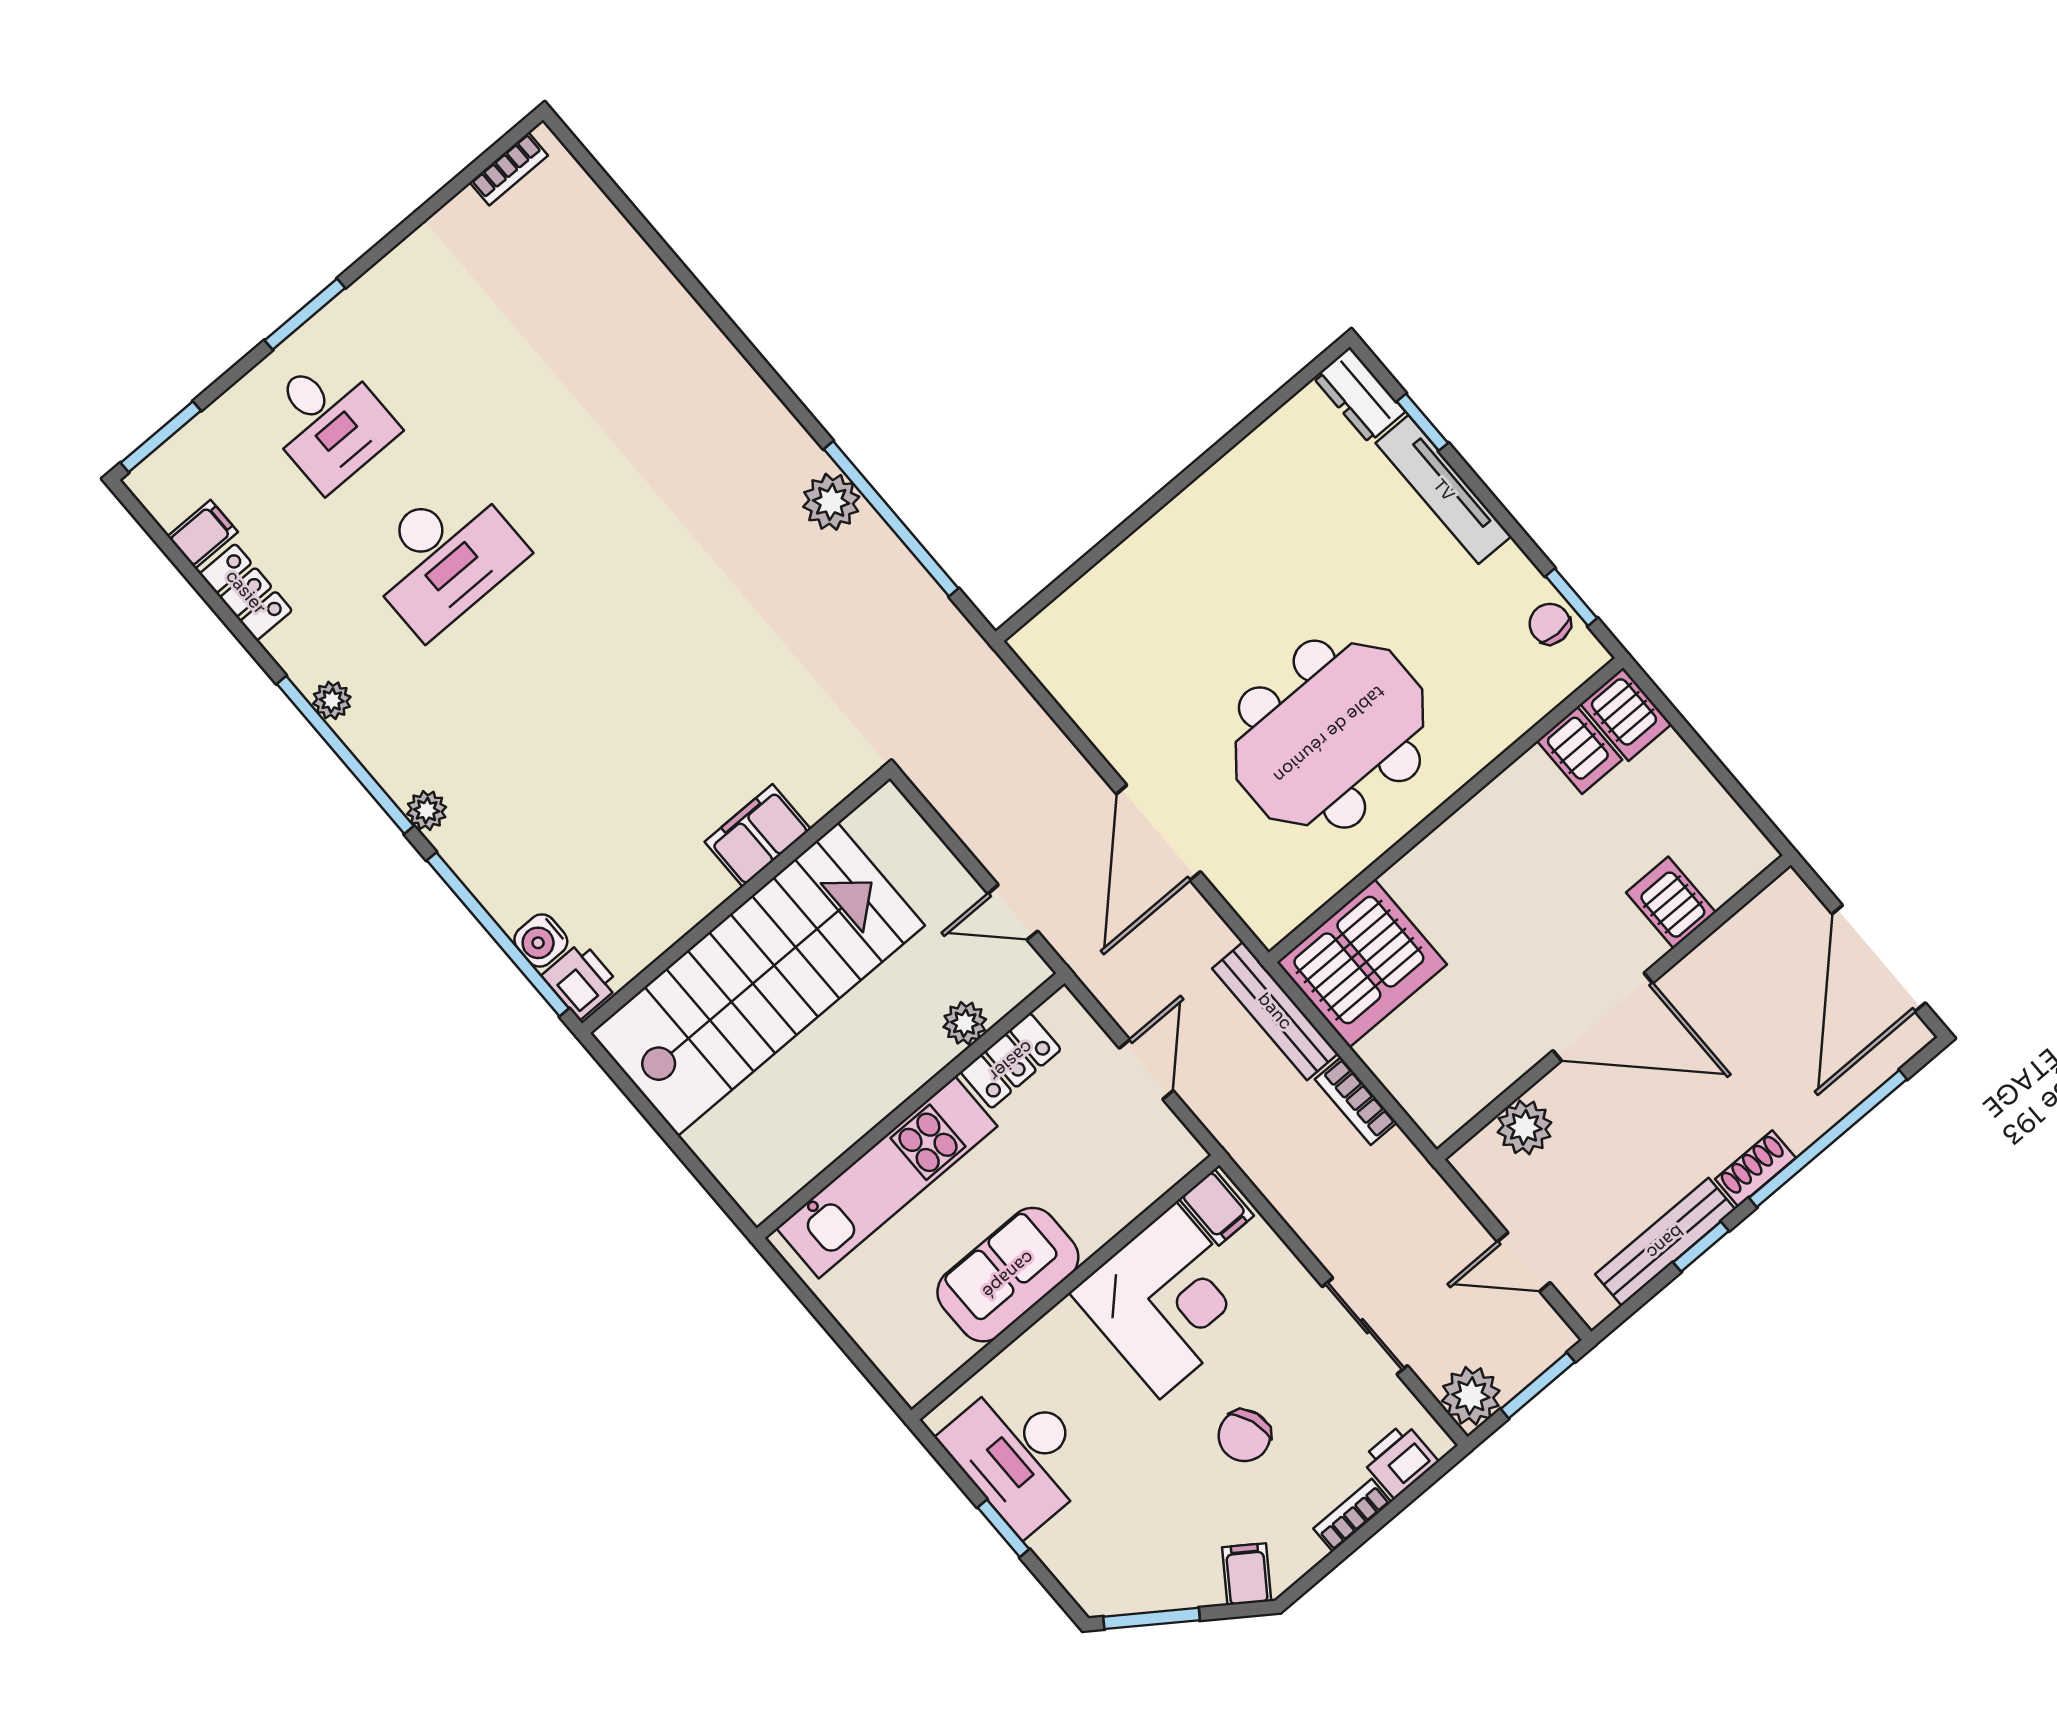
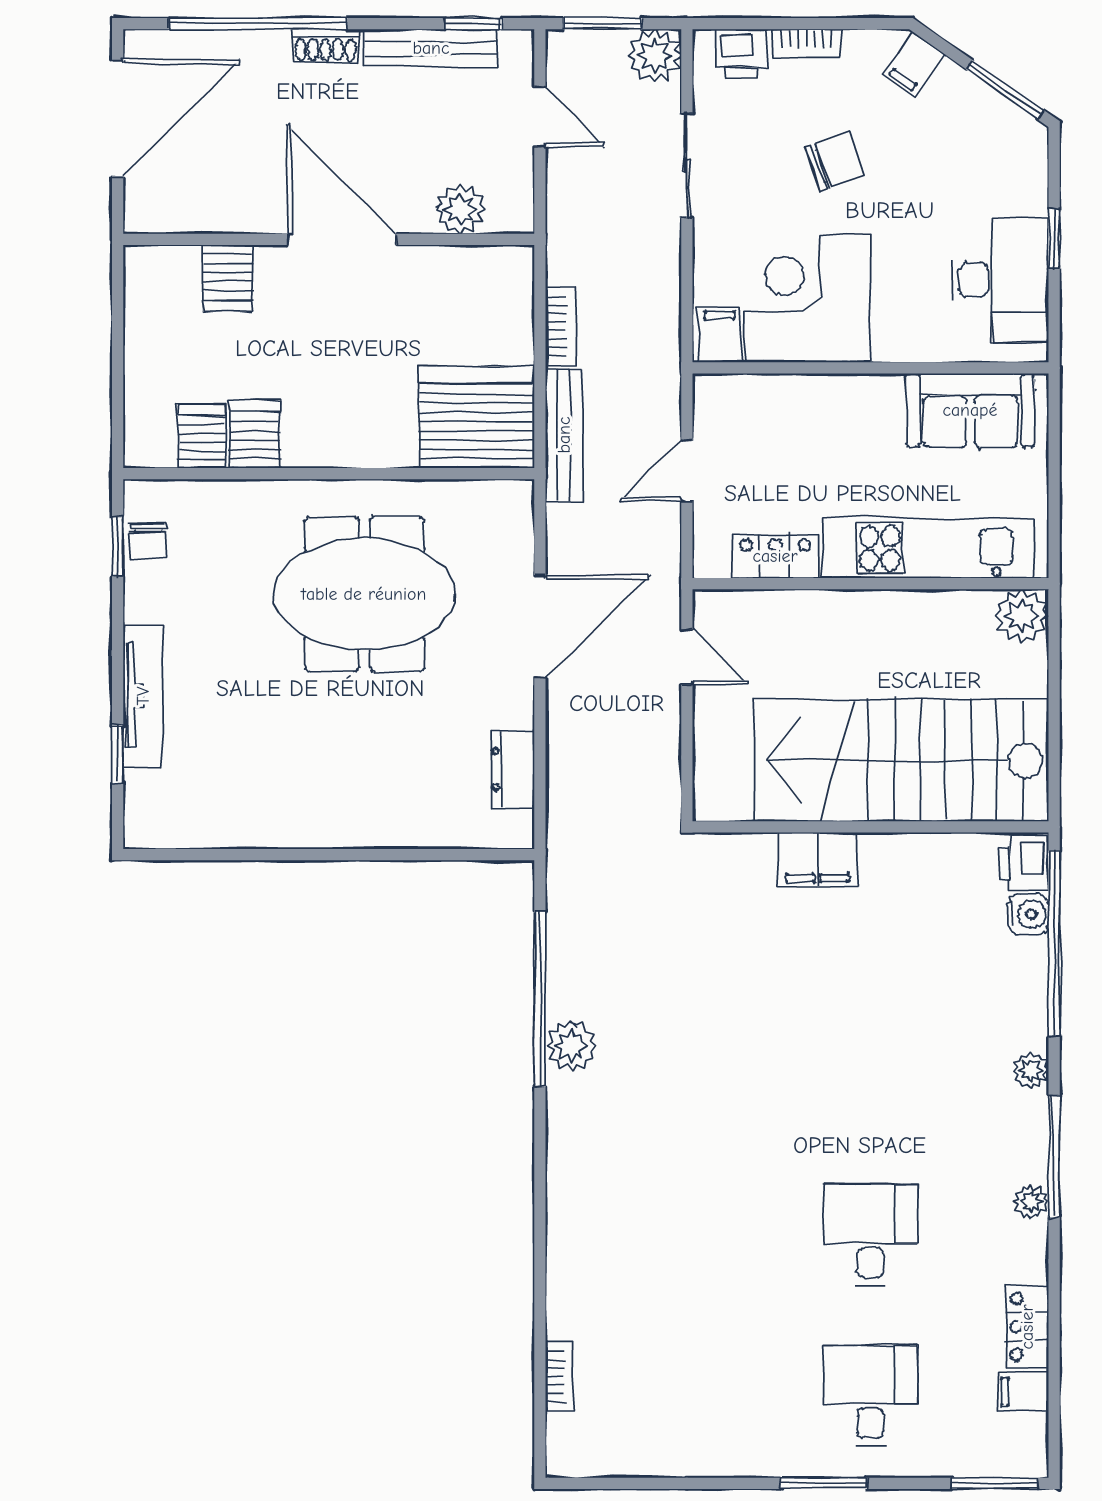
bookcase: (509, 169) -> (559, 1377), moved, turned 90
dresser: (1359, 395) -> (513, 769), moved, turned 180
desk: (443, 557) -> (870, 1235), width x0.73
server rack: (1626, 714) -> (255, 434), moved
window: (345, 755) -> (1054, 1156), width x0.68
plant: (965, 1023) -> (1022, 616), moved, width x1.38, depth x1.38
window: (1701, 1247) -> (473, 24), moved
sofa: (1008, 1275) -> (970, 410), moved

